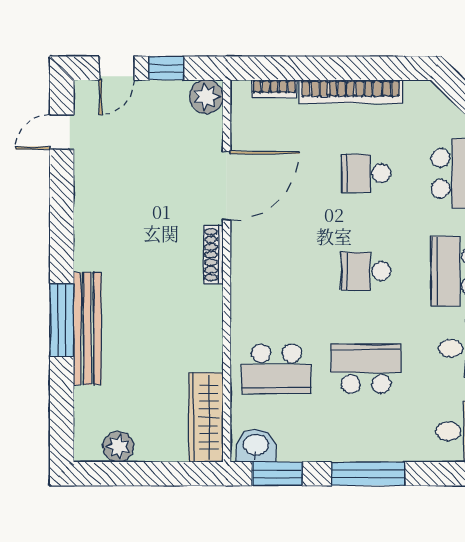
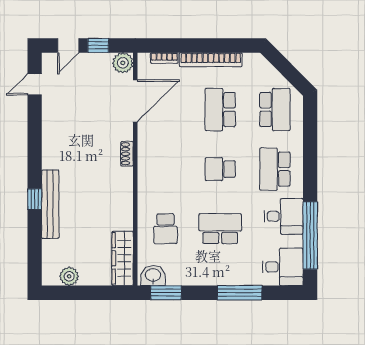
school desk: (366, 173) -> (220, 110), width x1.85
door: (227, 186) -> (135, 101), moved
shoe rack: (213, 255) -> (127, 154), width x0.70
window: (62, 320) -> (35, 199), width x0.46
school desk: (276, 369) -> (166, 229), width x0.54
window: (368, 474) -> (240, 293), moved

